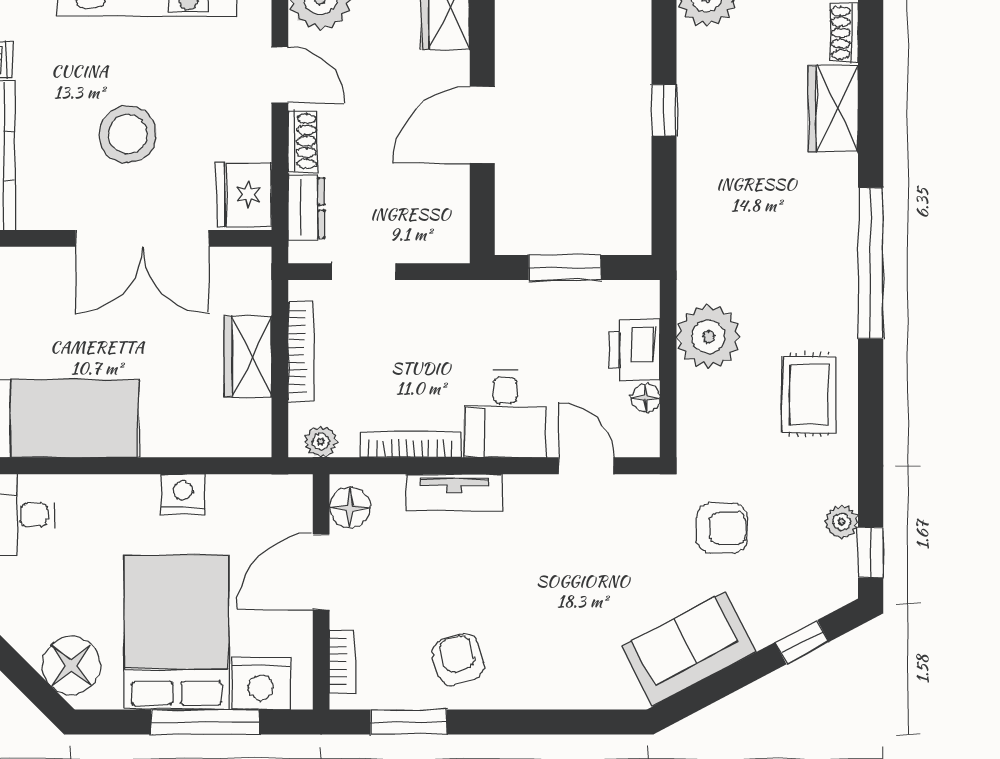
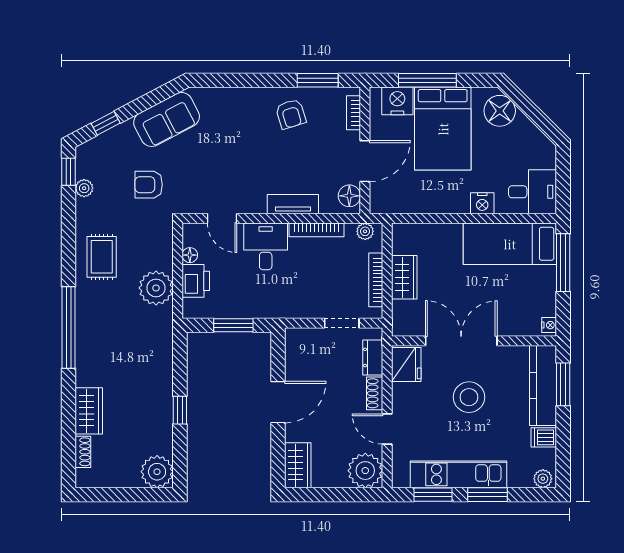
nightstand: (183, 494) -> (482, 203), moved

